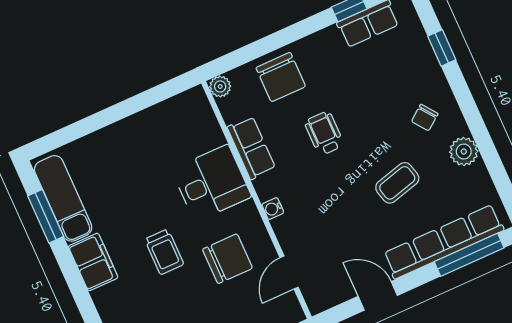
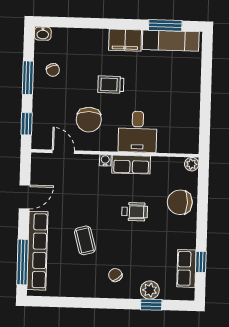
row of seats: (251, 148) -> (131, 165), moved
plant: (464, 151) -> (150, 290), moved

